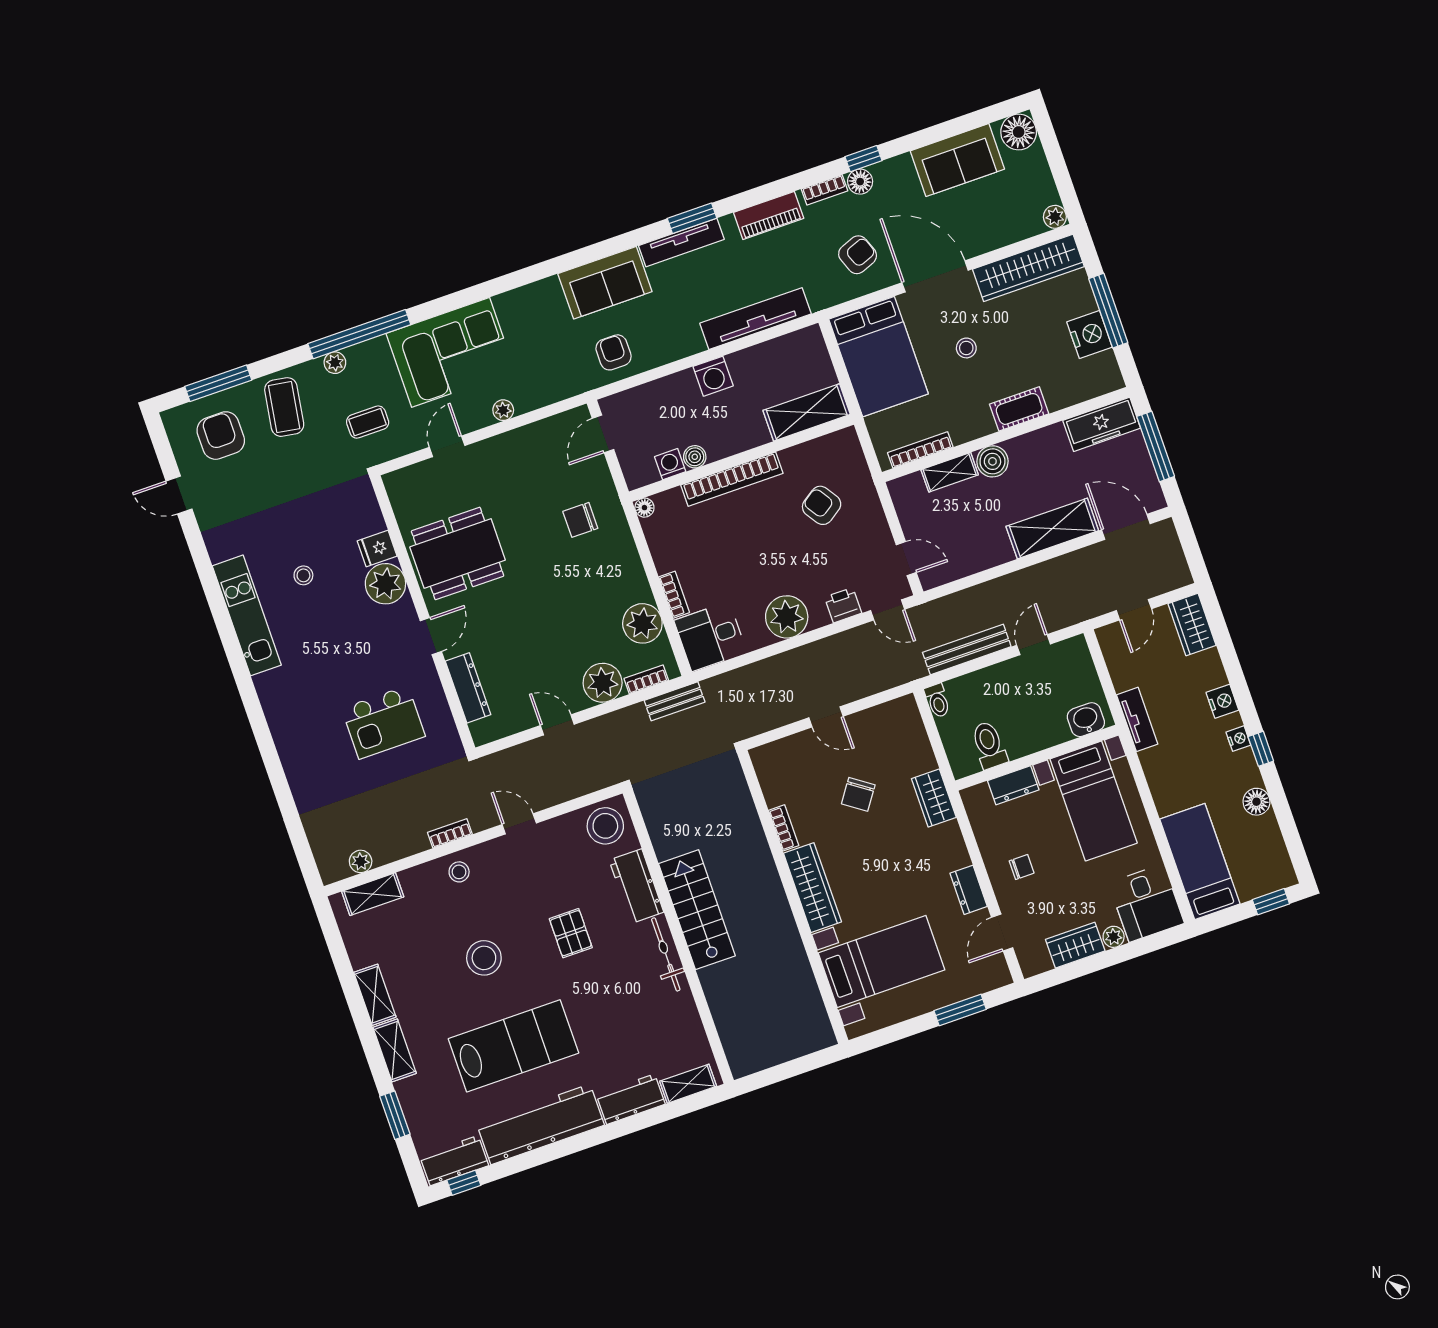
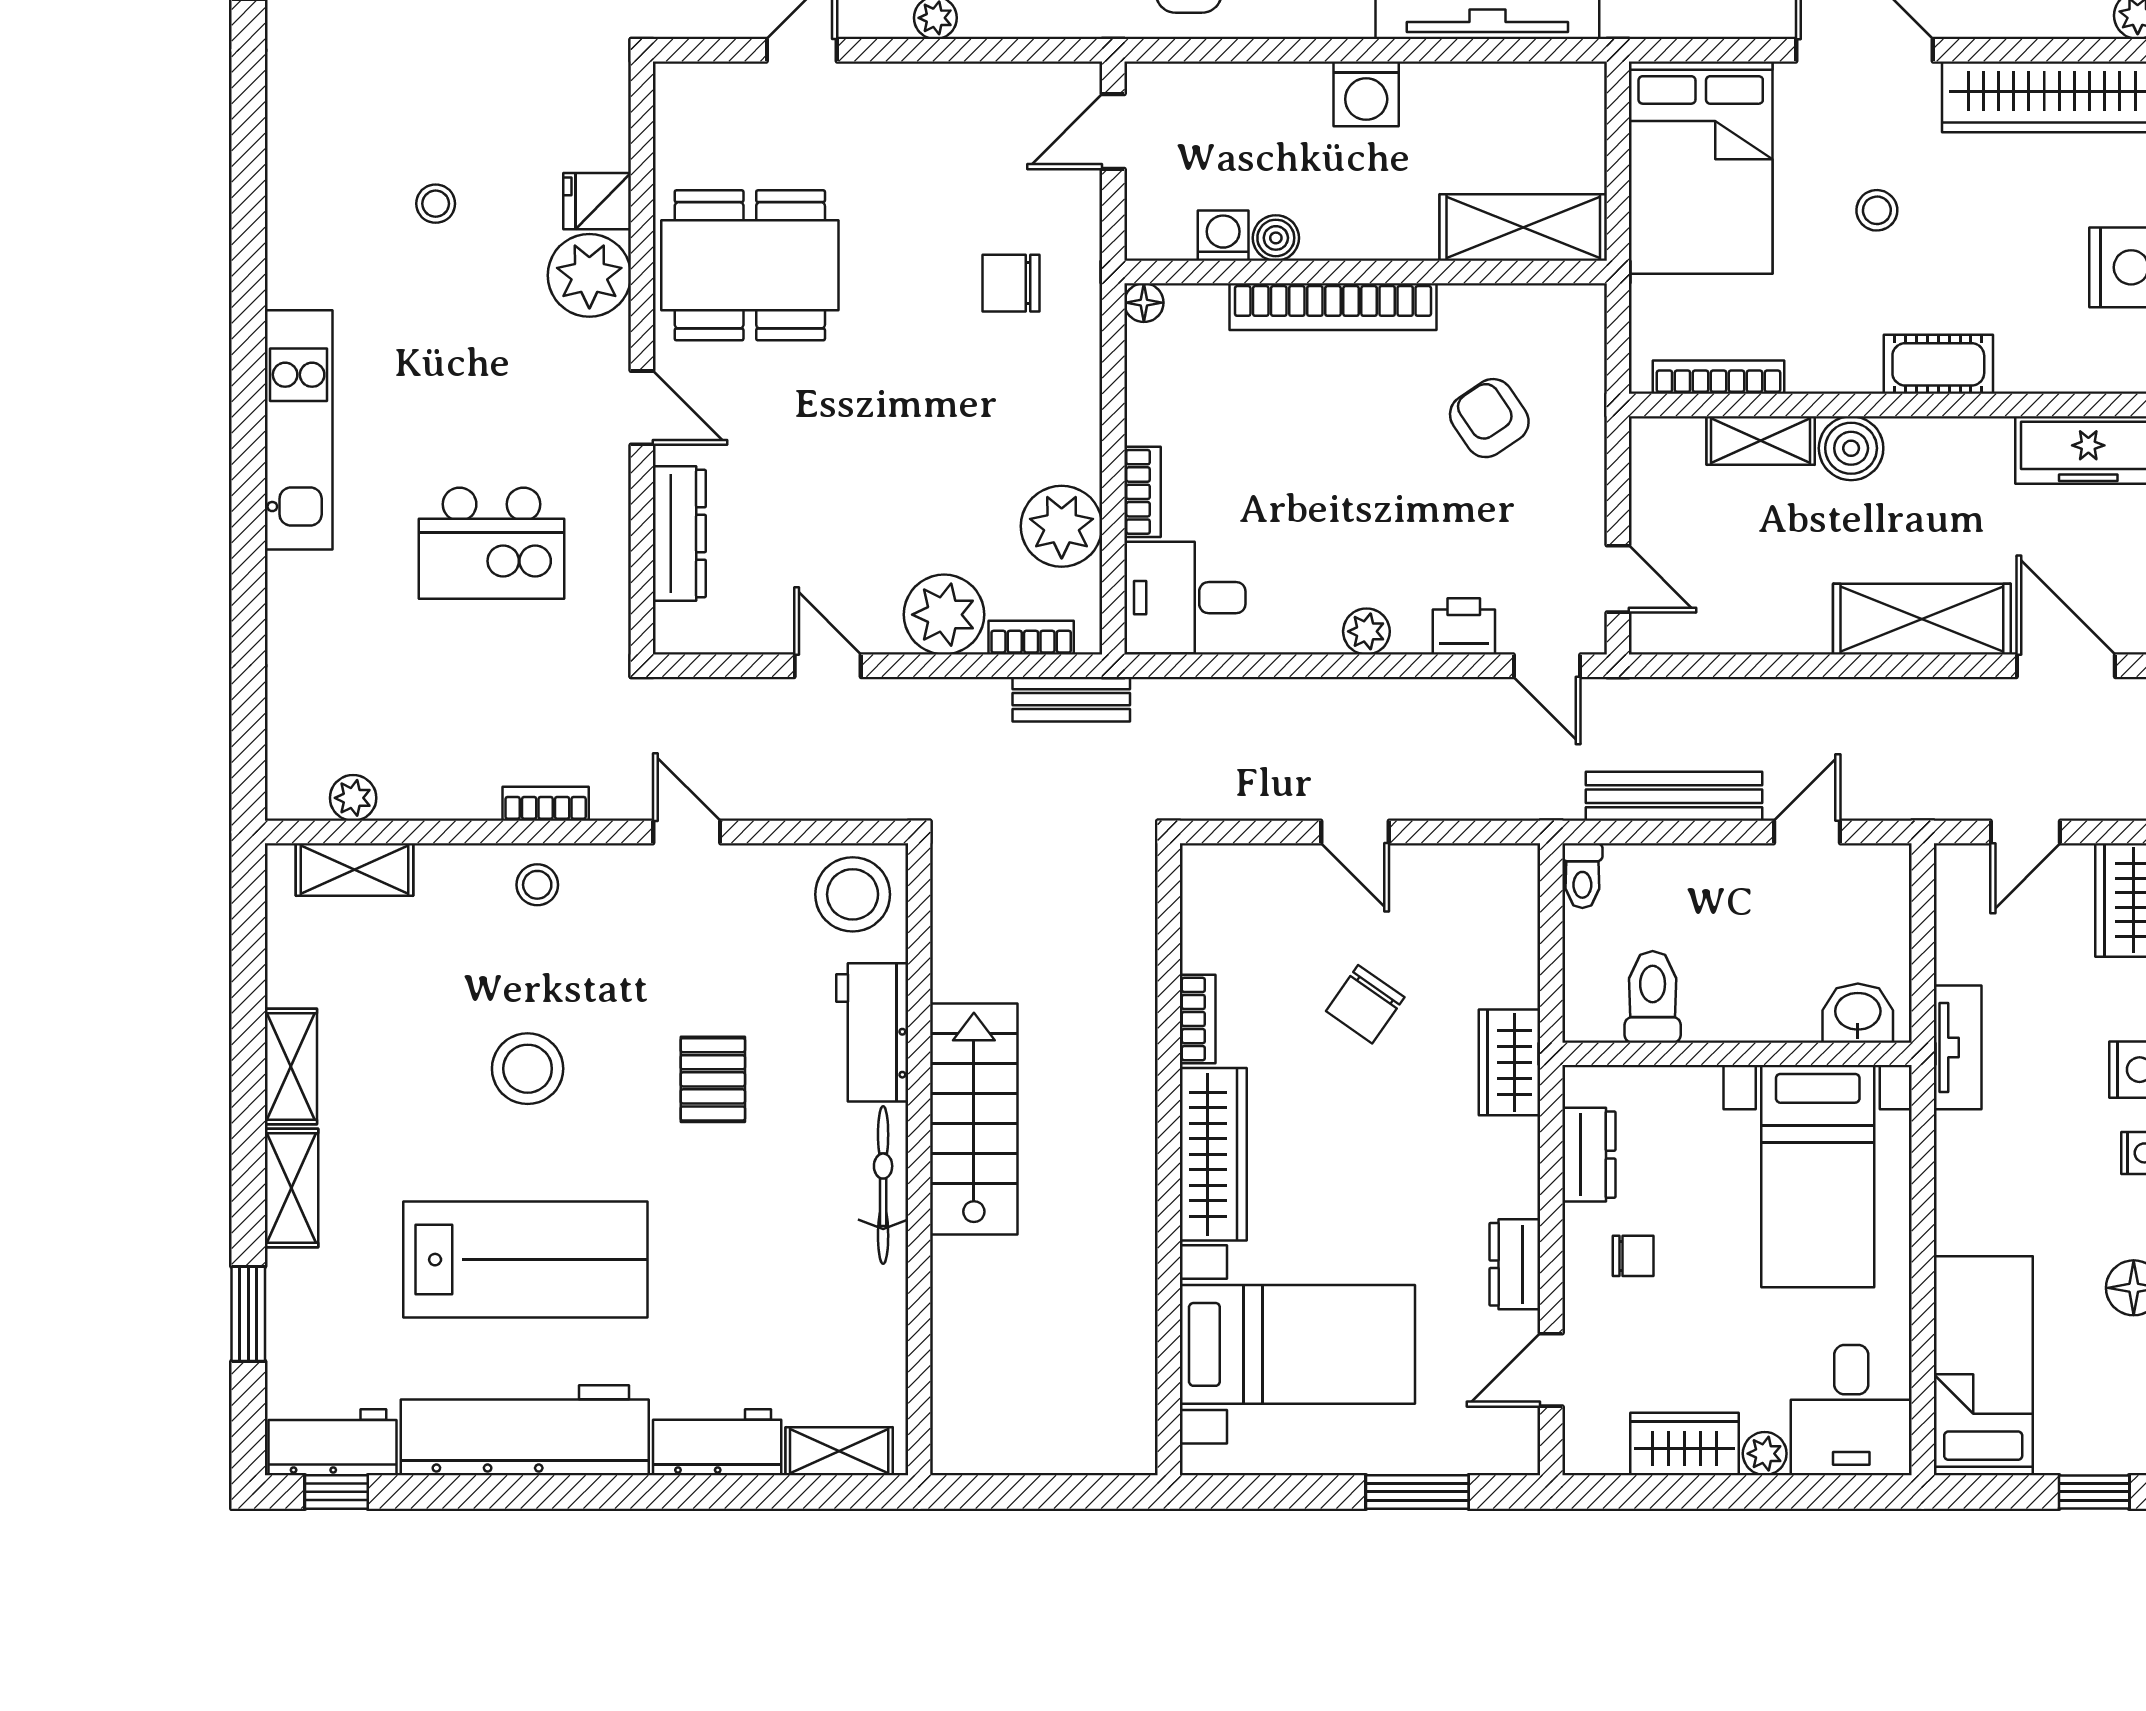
kitchen unit: (247, 615) -> (299, 430), moved
plant: (787, 617) -> (1366, 631), width x0.53, depth x0.53
door: (431, 636) -> (642, 408), hinge flipped
dresser: (1013, 785) -> (1589, 1155), moved, turned -90

